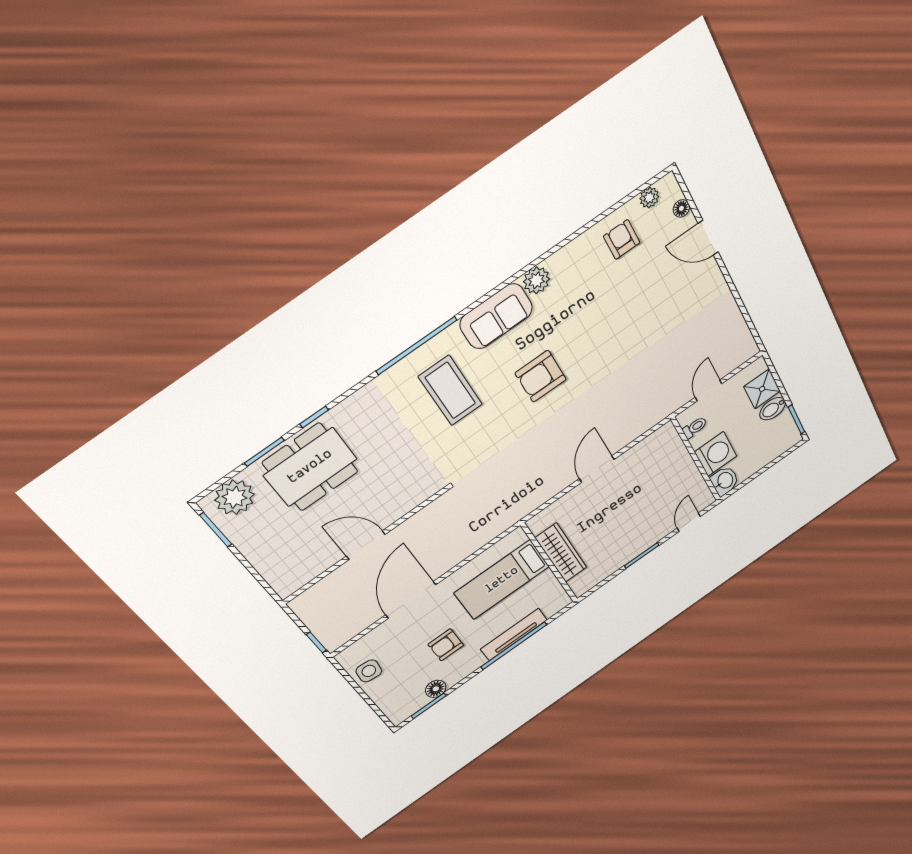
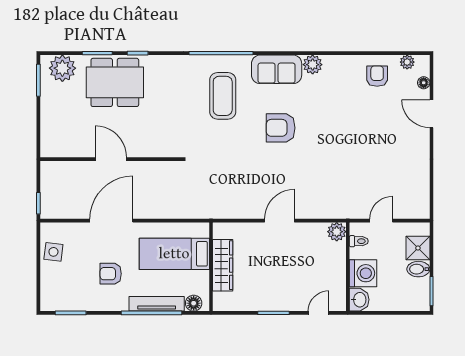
plant: (666, 435) -> (337, 232), added
floor lamp: (436, 689) -> (194, 303), moved

